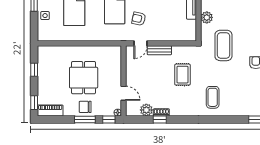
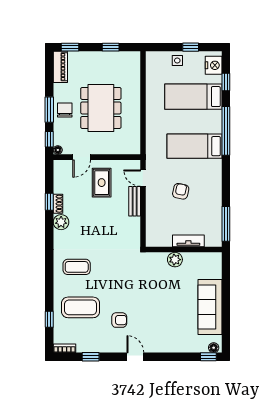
armchair: (139, 19) -> (181, 191), moved
coffee table: (223, 45) -> (81, 307), moved
rug: (182, 75) -> (102, 183), moved, turned 90
dining table: (84, 78) -> (101, 108), width x1.38
plant: (146, 110) -> (61, 222), moved

